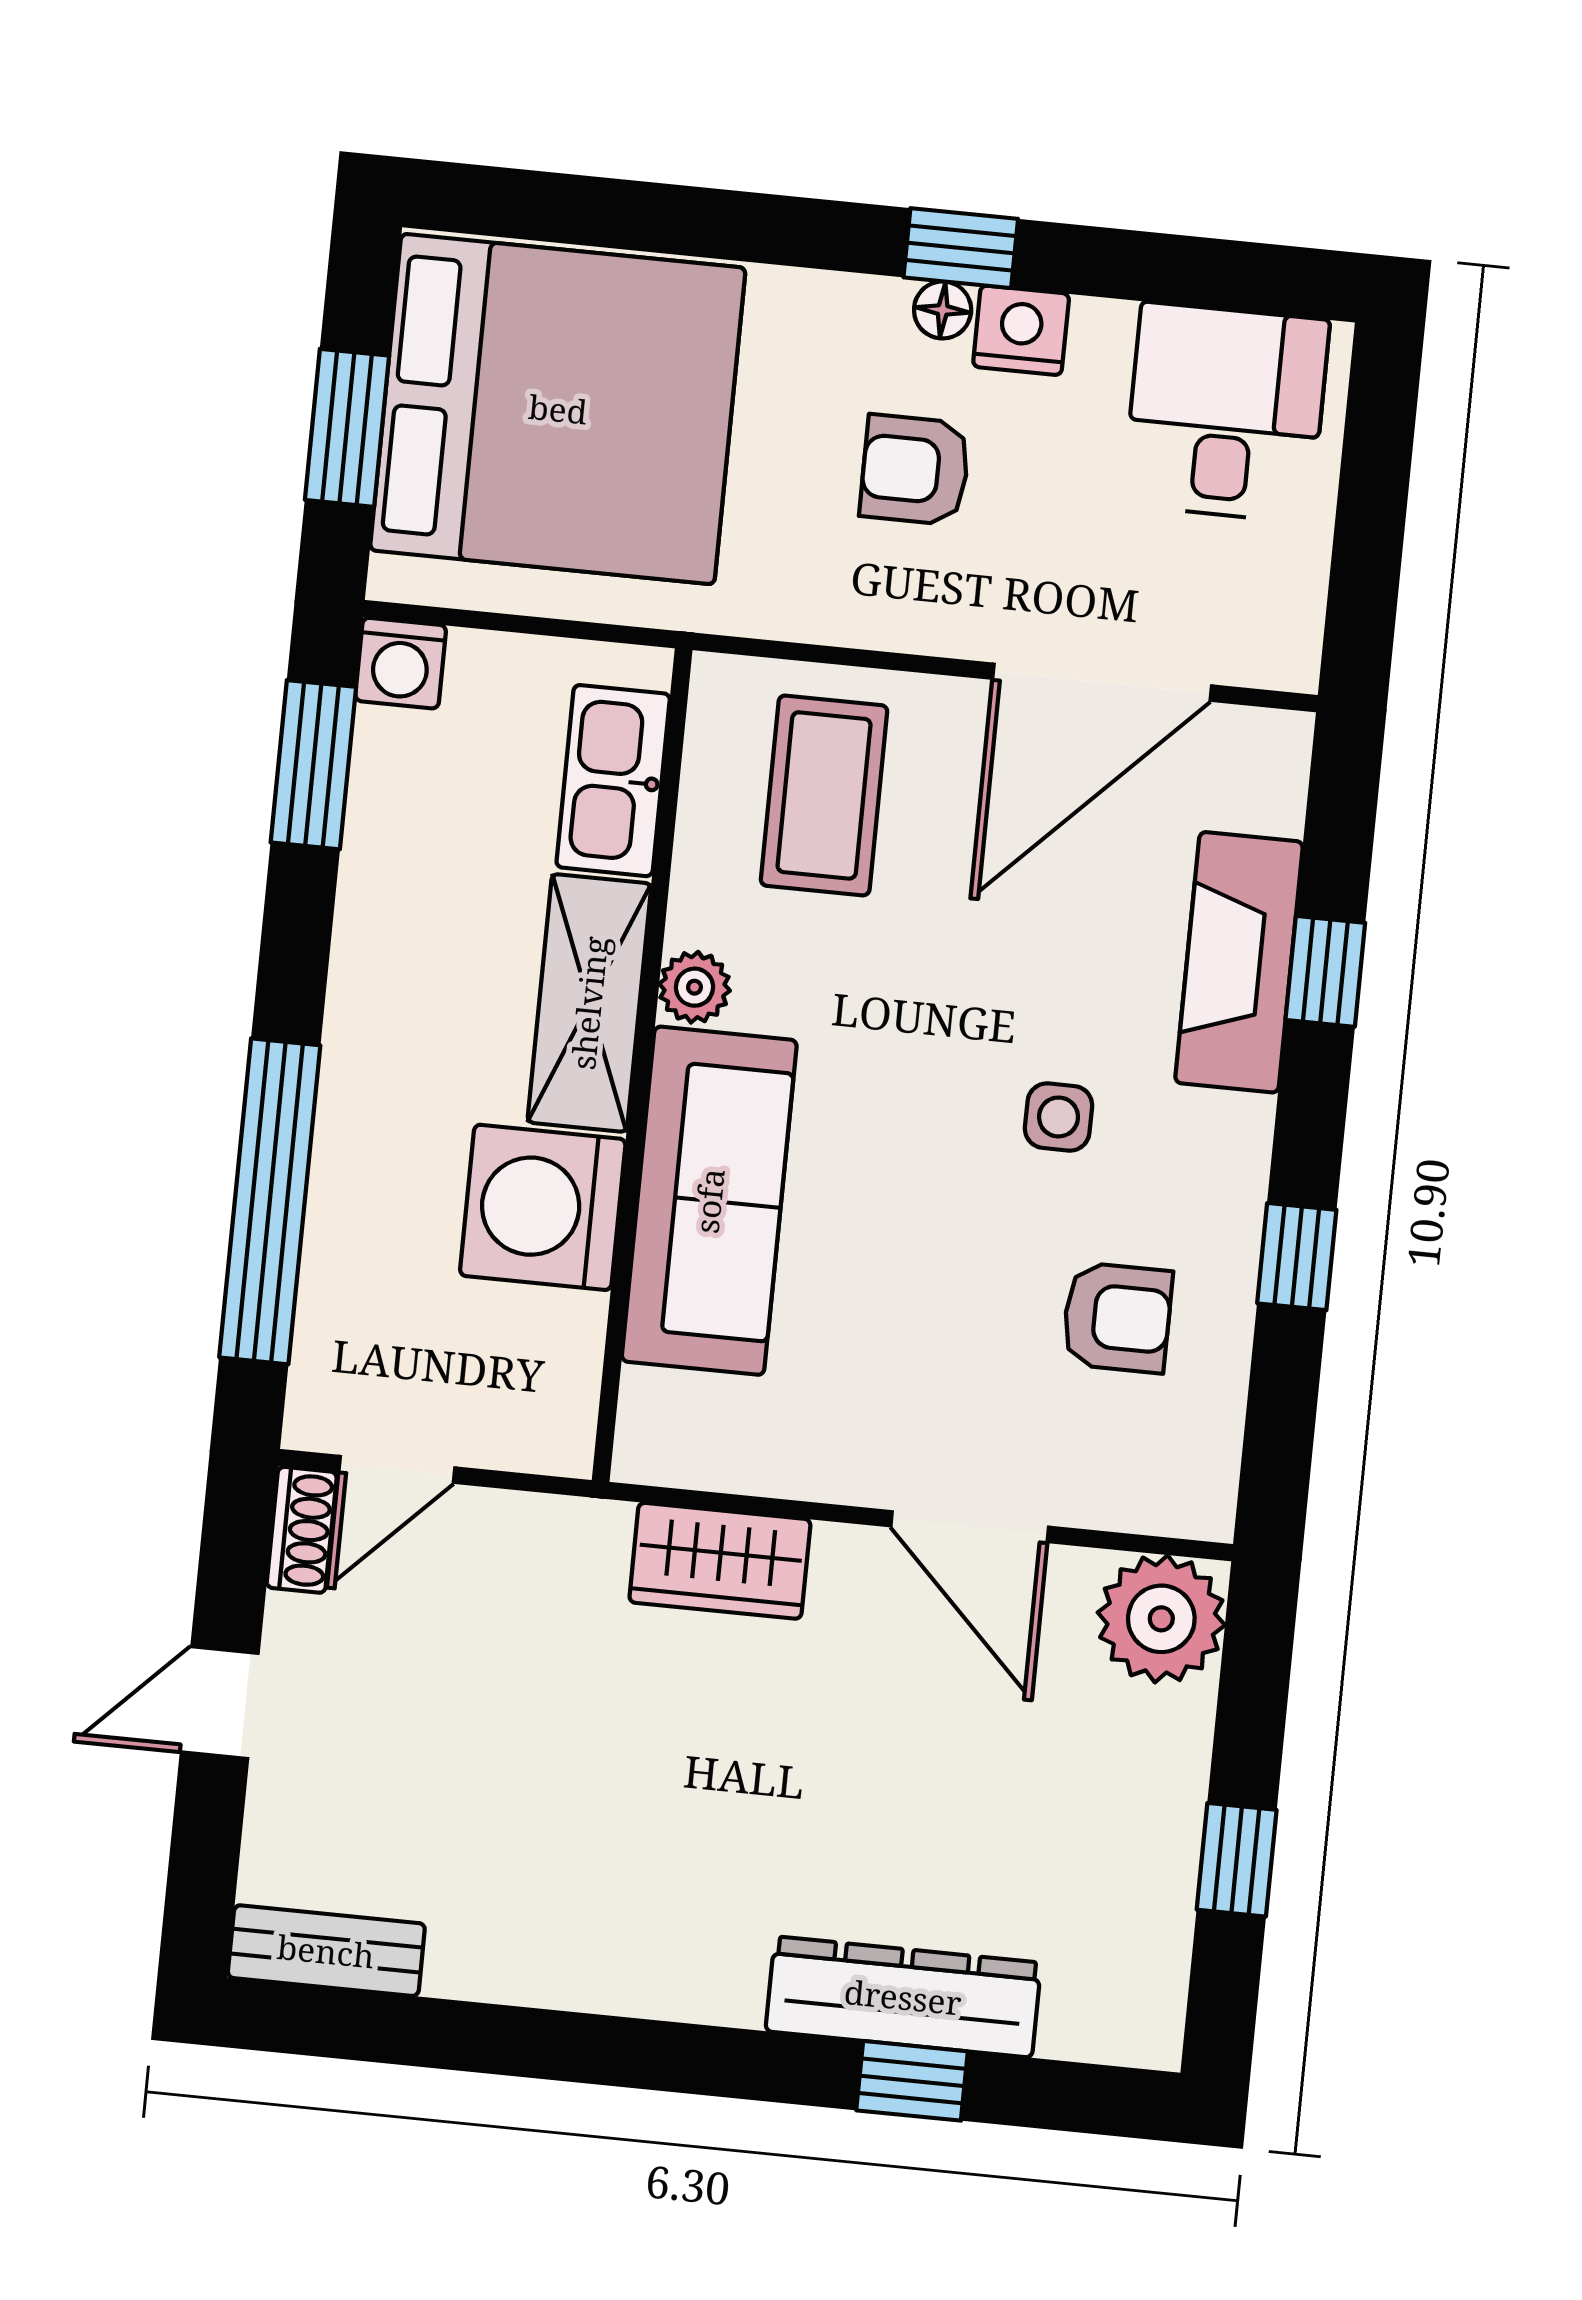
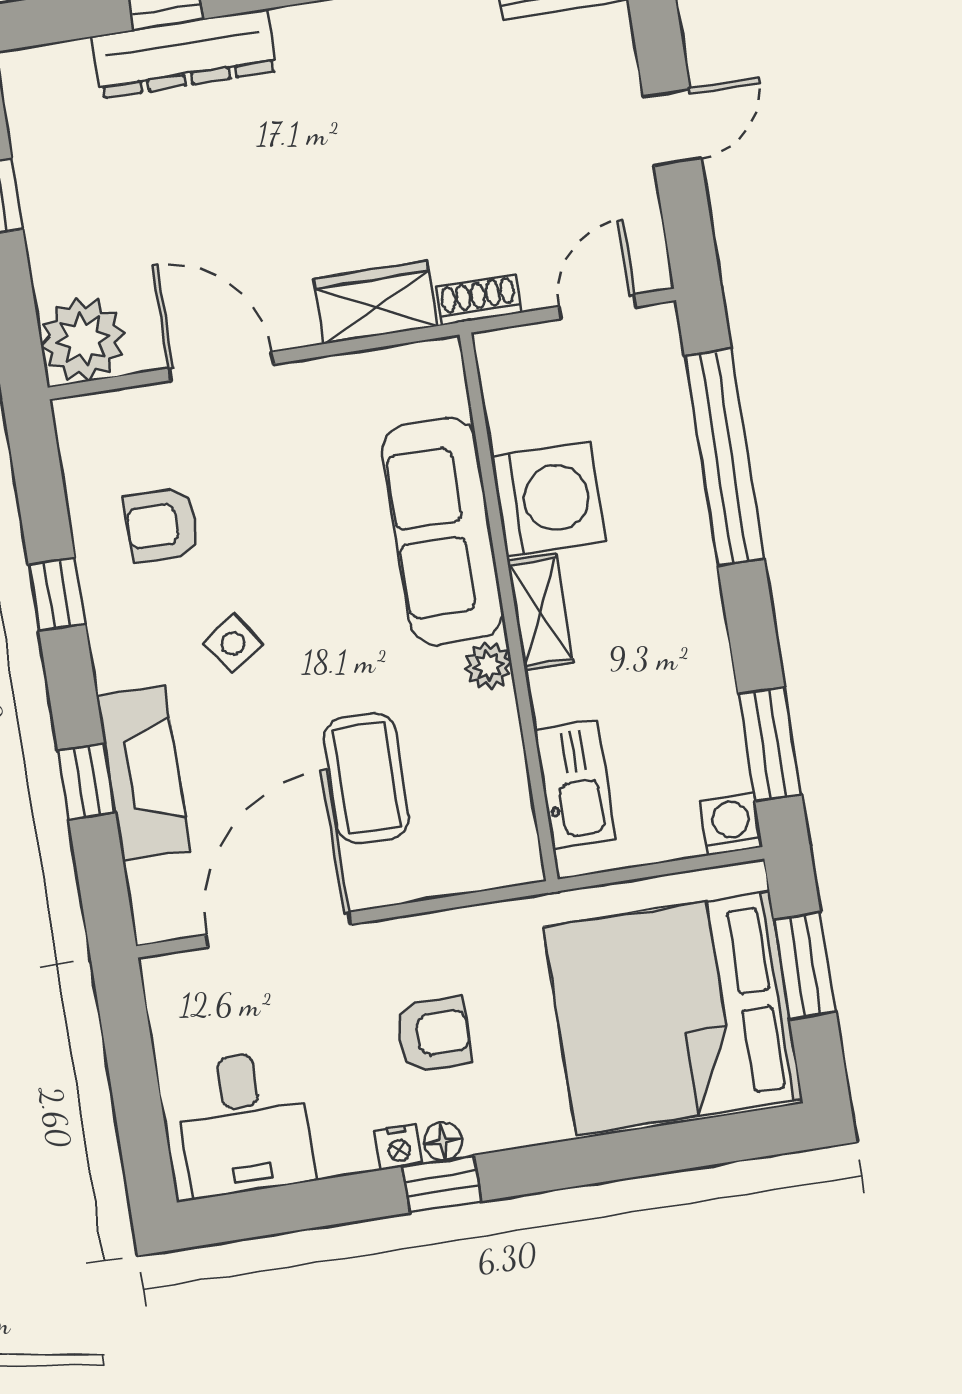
nightstand: (1021, 330) -> (399, 1147), width x0.72, depth x0.74
coffee table: (824, 795) -> (366, 778), moved
shelving: (589, 1003) -> (540, 612), width x0.67, depth x0.75
side table: (1059, 1117) -> (233, 644), turned -35
shoe rack: (302, 1530) -> (479, 300), moved, turned 90

